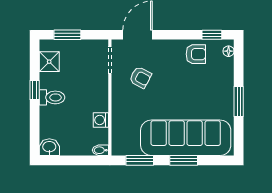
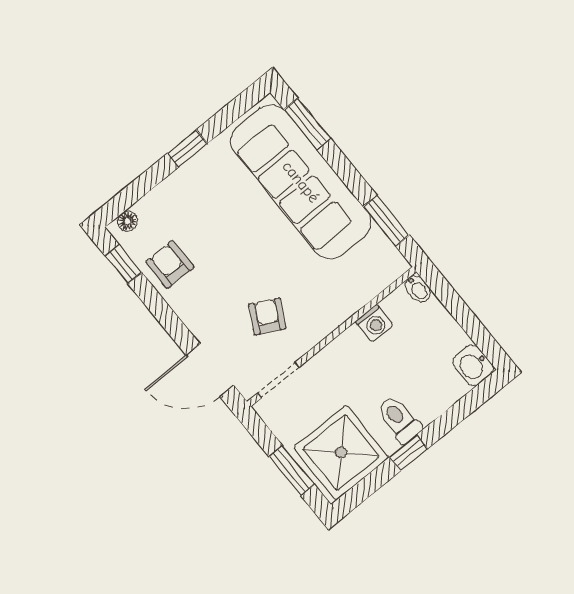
shower: (49, 62) -> (341, 453), width x1.86, depth x1.86
window: (239, 102) -> (188, 148), width x0.67
window: (184, 160) -> (307, 124), moved

